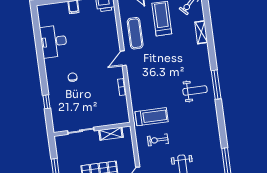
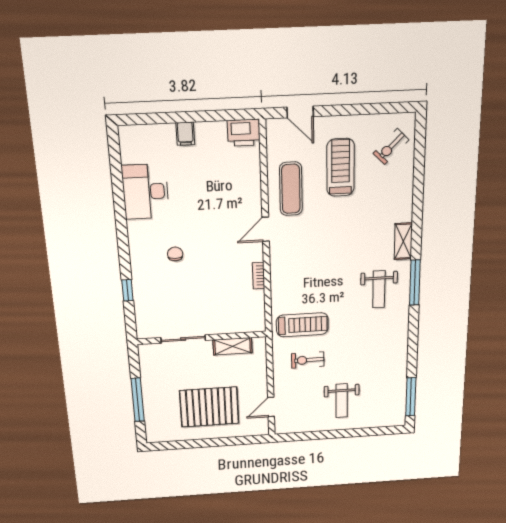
shelving: (201, 32) -> (403, 241), moved
weight bench: (195, 90) -> (379, 289), turned 90

